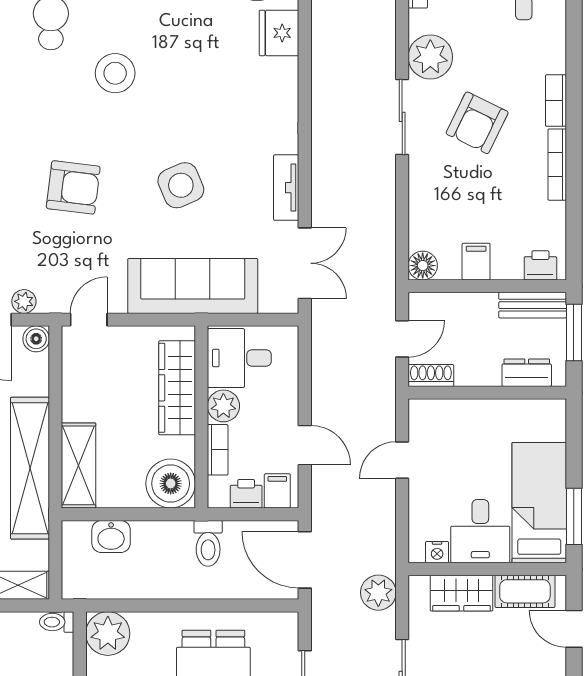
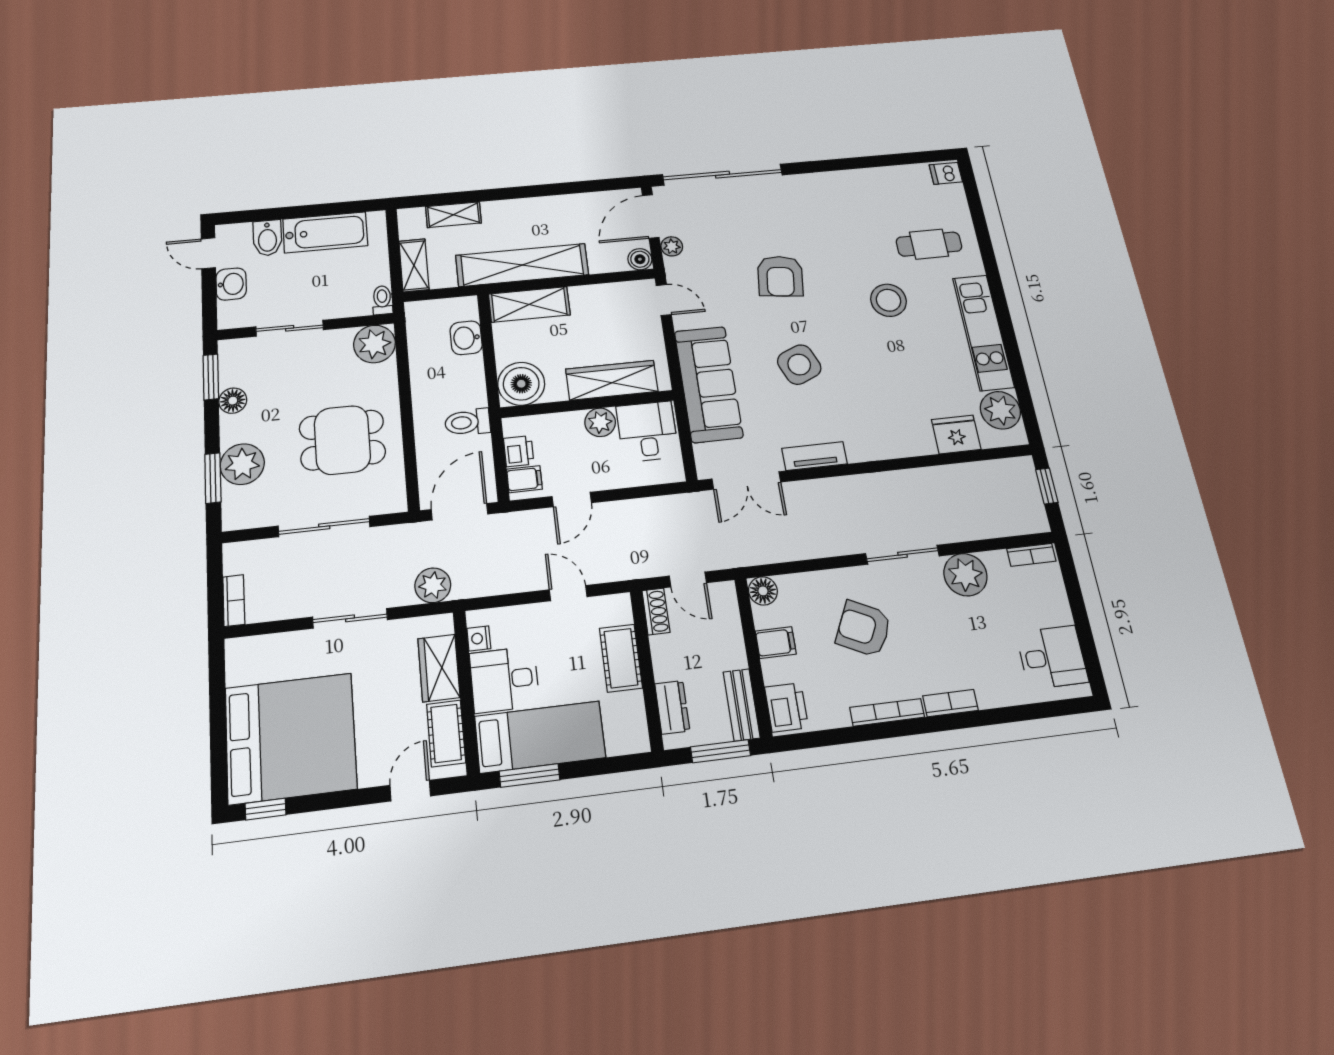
armchair: (477, 123) -> (864, 629), moved
printer: (540, 265) -> (787, 707), width x1.36, depth x1.24
cot: (473, 416) -> (621, 658), added
bookcase: (218, 450) -> (558, 421), removed

